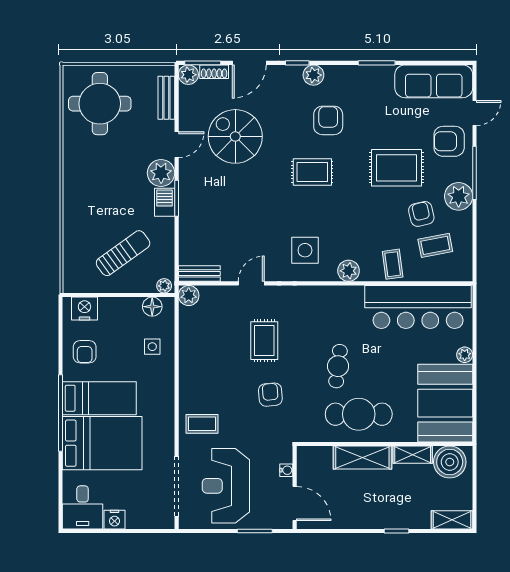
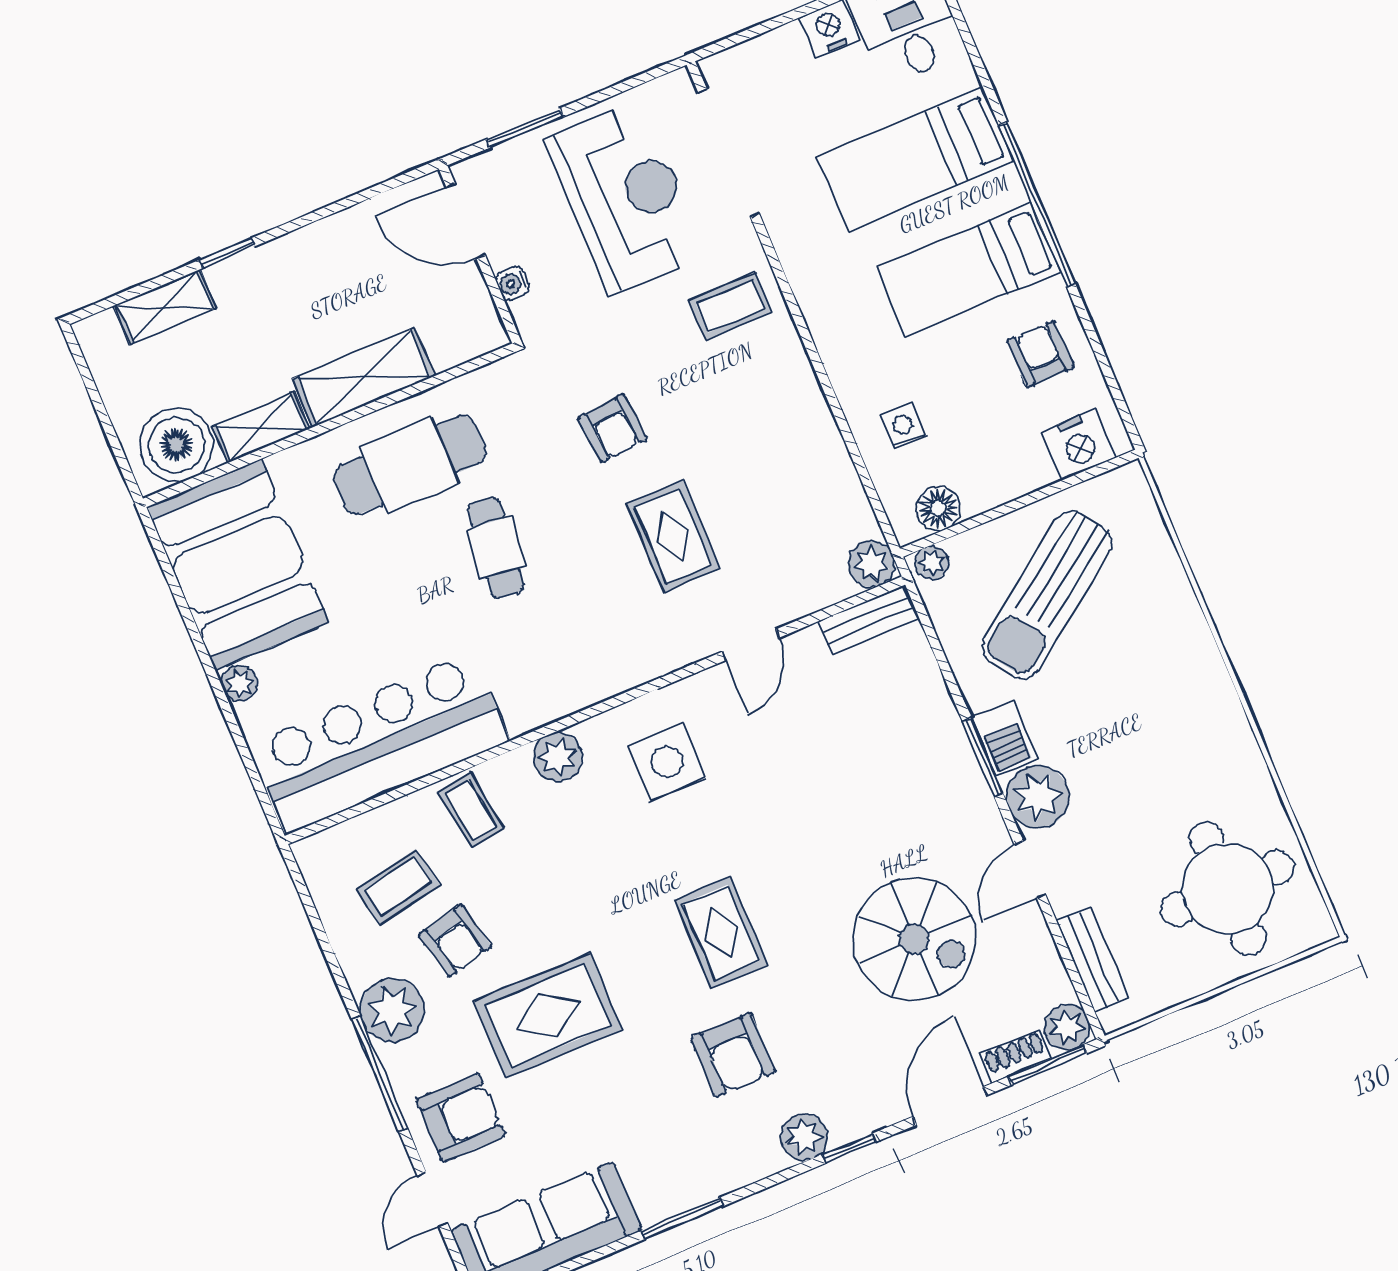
rug: (312, 172) -> (721, 932), turned 90
sun lounger: (123, 253) -> (1047, 595), width x1.36, depth x1.34
bed: (102, 443) -> (915, 159), width x0.67
shelving: (452, 520) -> (165, 307), moved

